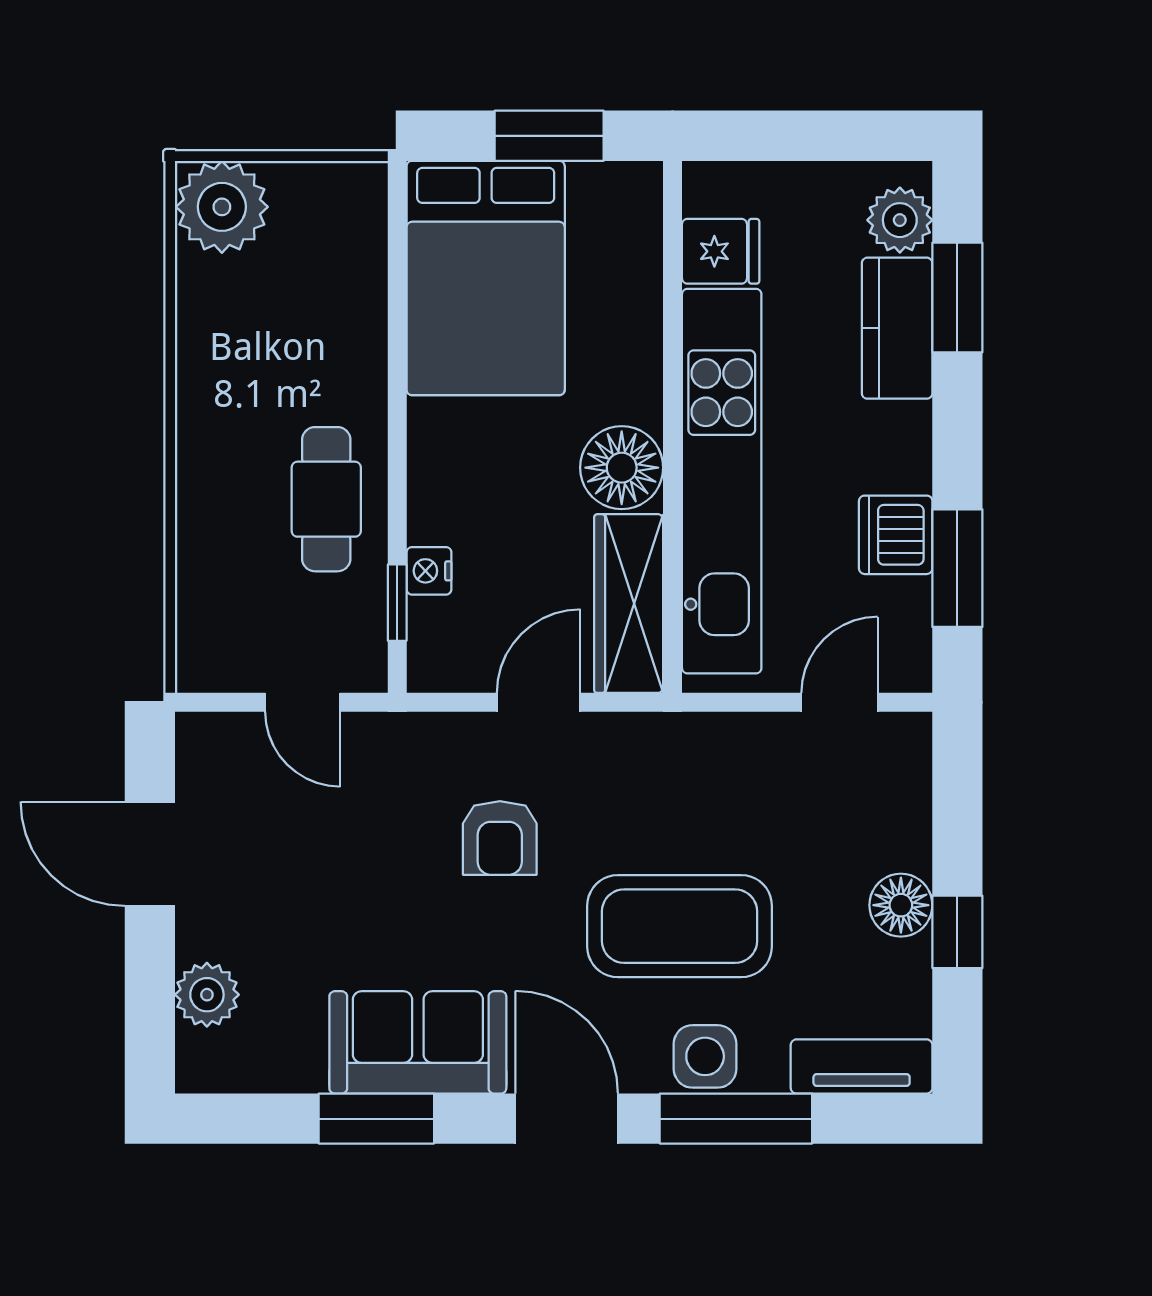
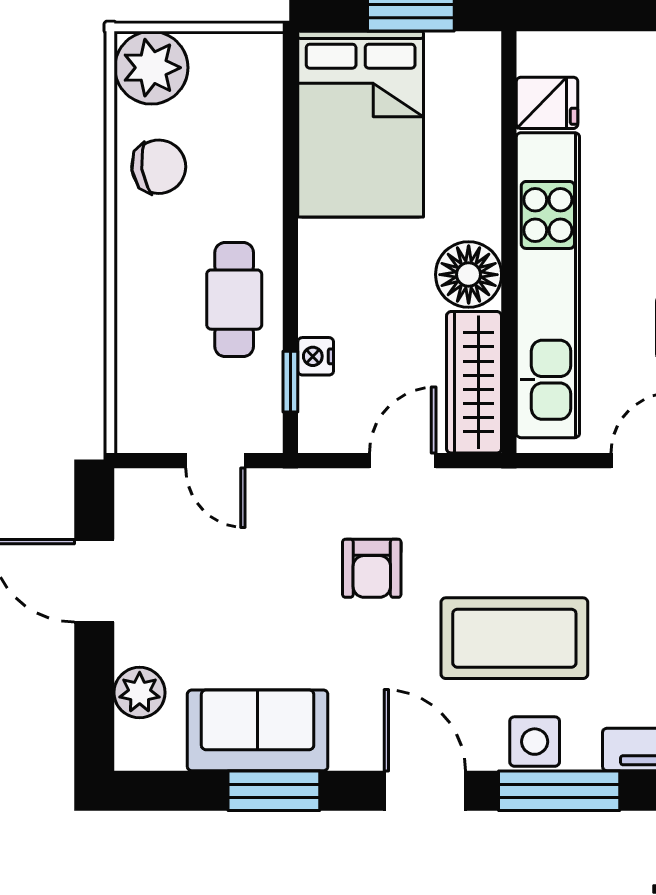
chair: (231, 332) -> (159, 167), added
sofa: (418, 1042) -> (258, 730), moved

